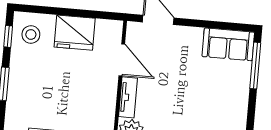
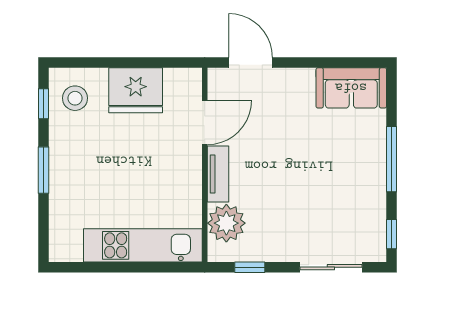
door: (122, 60) -> (205, 122), hinge flipped
window: (255, 66) -> (392, 159), moved

